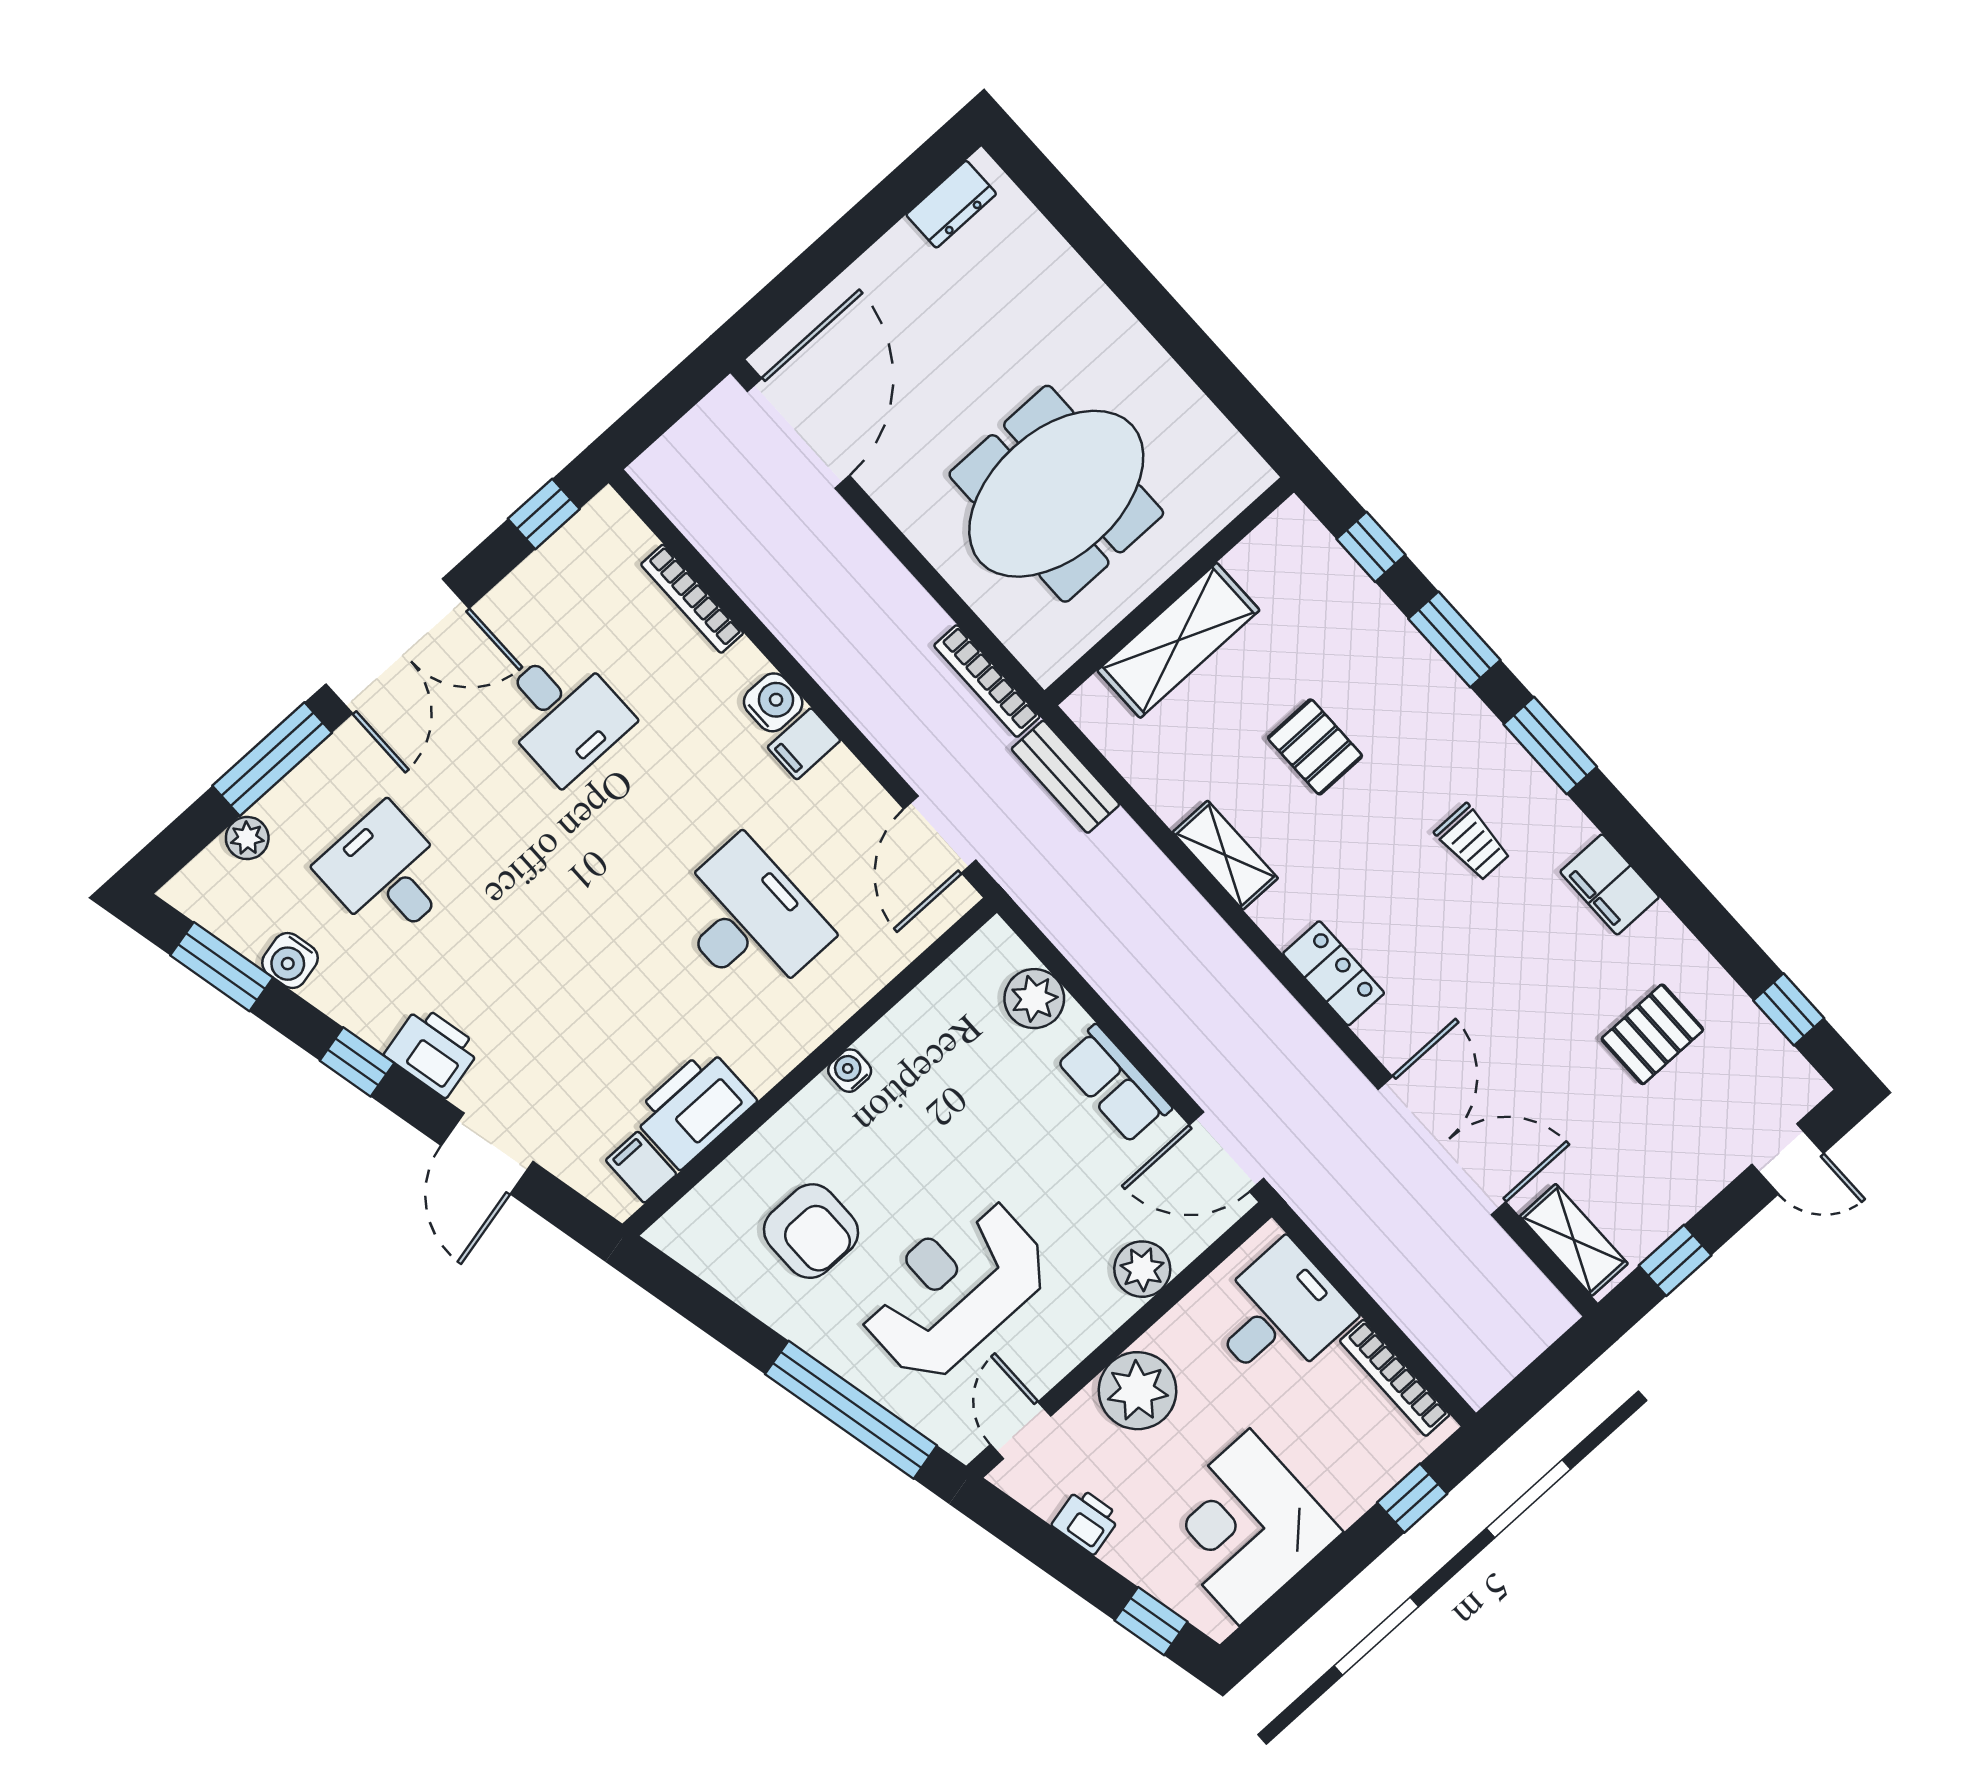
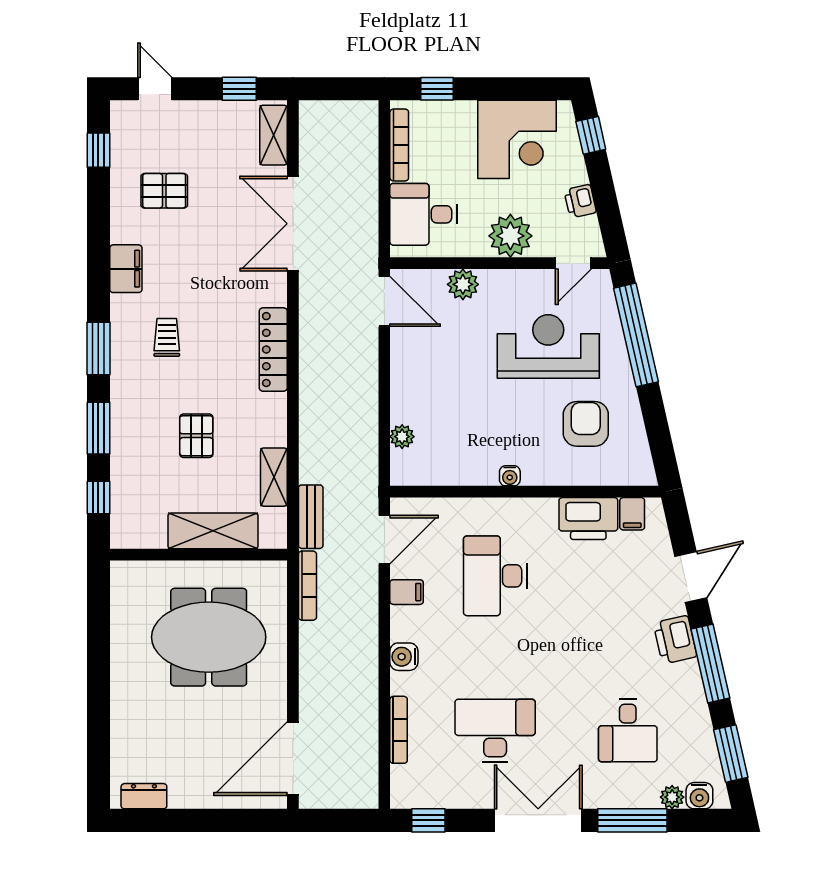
desk: (563, 714) -> (495, 731), width x1.37
filing cabinet: (804, 744) -> (407, 592), moved
shelving: (1225, 855) -> (274, 477), moved
water cooler: (290, 960) -> (699, 796), moved, turned 103
locker: (1334, 973) -> (273, 350), width x1.53
plant: (1034, 999) -> (402, 437), width x0.73, depth x0.73
window: (357, 1062) -> (710, 664), width x2.17
row of seats: (1114, 1084) -> (405, 371), removed
reception desk: (954, 1289) -> (548, 346), turned 180

